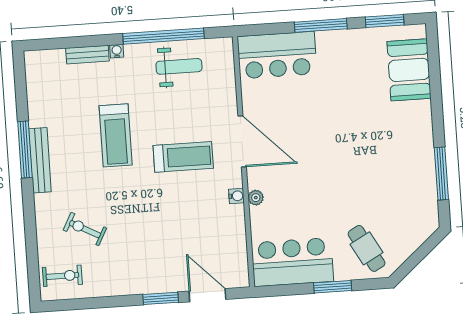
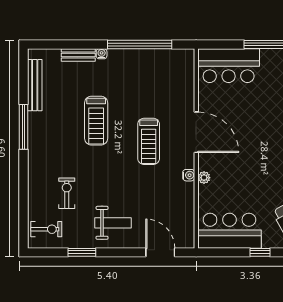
weight bench: (179, 66) -> (113, 223), moved
treadmill: (183, 157) -> (149, 141), turned 90
bench: (40, 160) -> (35, 85), moved
exercise bike: (85, 229) -> (67, 193), turned 62
window: (333, 287) -> (260, 252), width x0.67
window: (161, 298) -> (82, 252), moved

